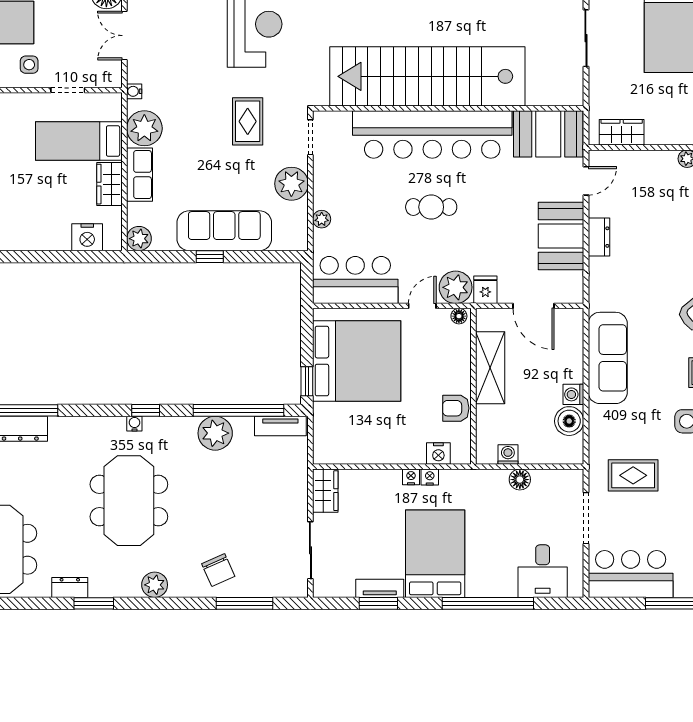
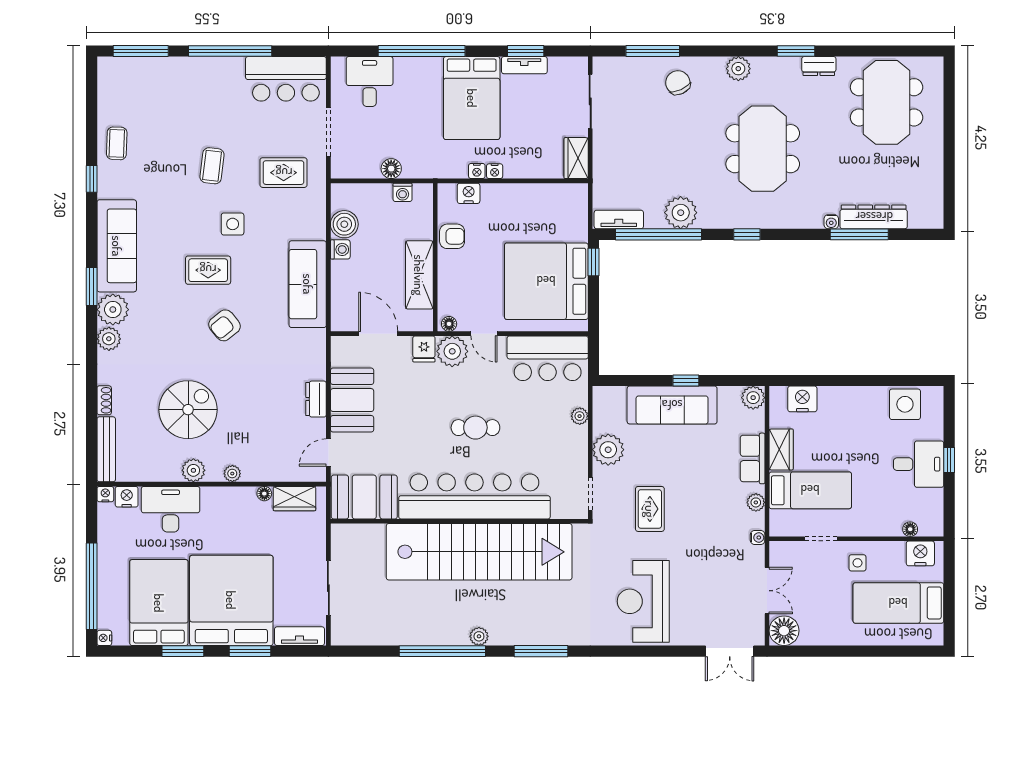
plant: (144, 128) -> (756, 502), width x0.53, depth x0.53
floor lamp: (653, 138) -> (264, 494), added
door: (422, 306) -> (484, 334), hinge flipped
water cooler: (134, 424) -> (831, 222), moved

